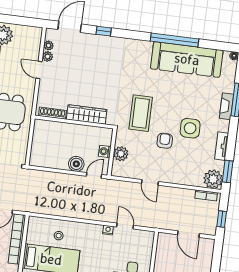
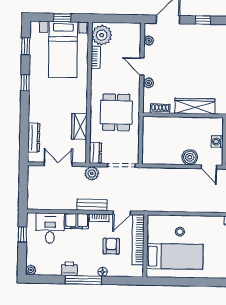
plant: (48, 56) -> (148, 83), moved
shoe rack: (53, 113) -> (160, 109), width x0.70
door: (94, 175) -> (209, 167), swing flipped

